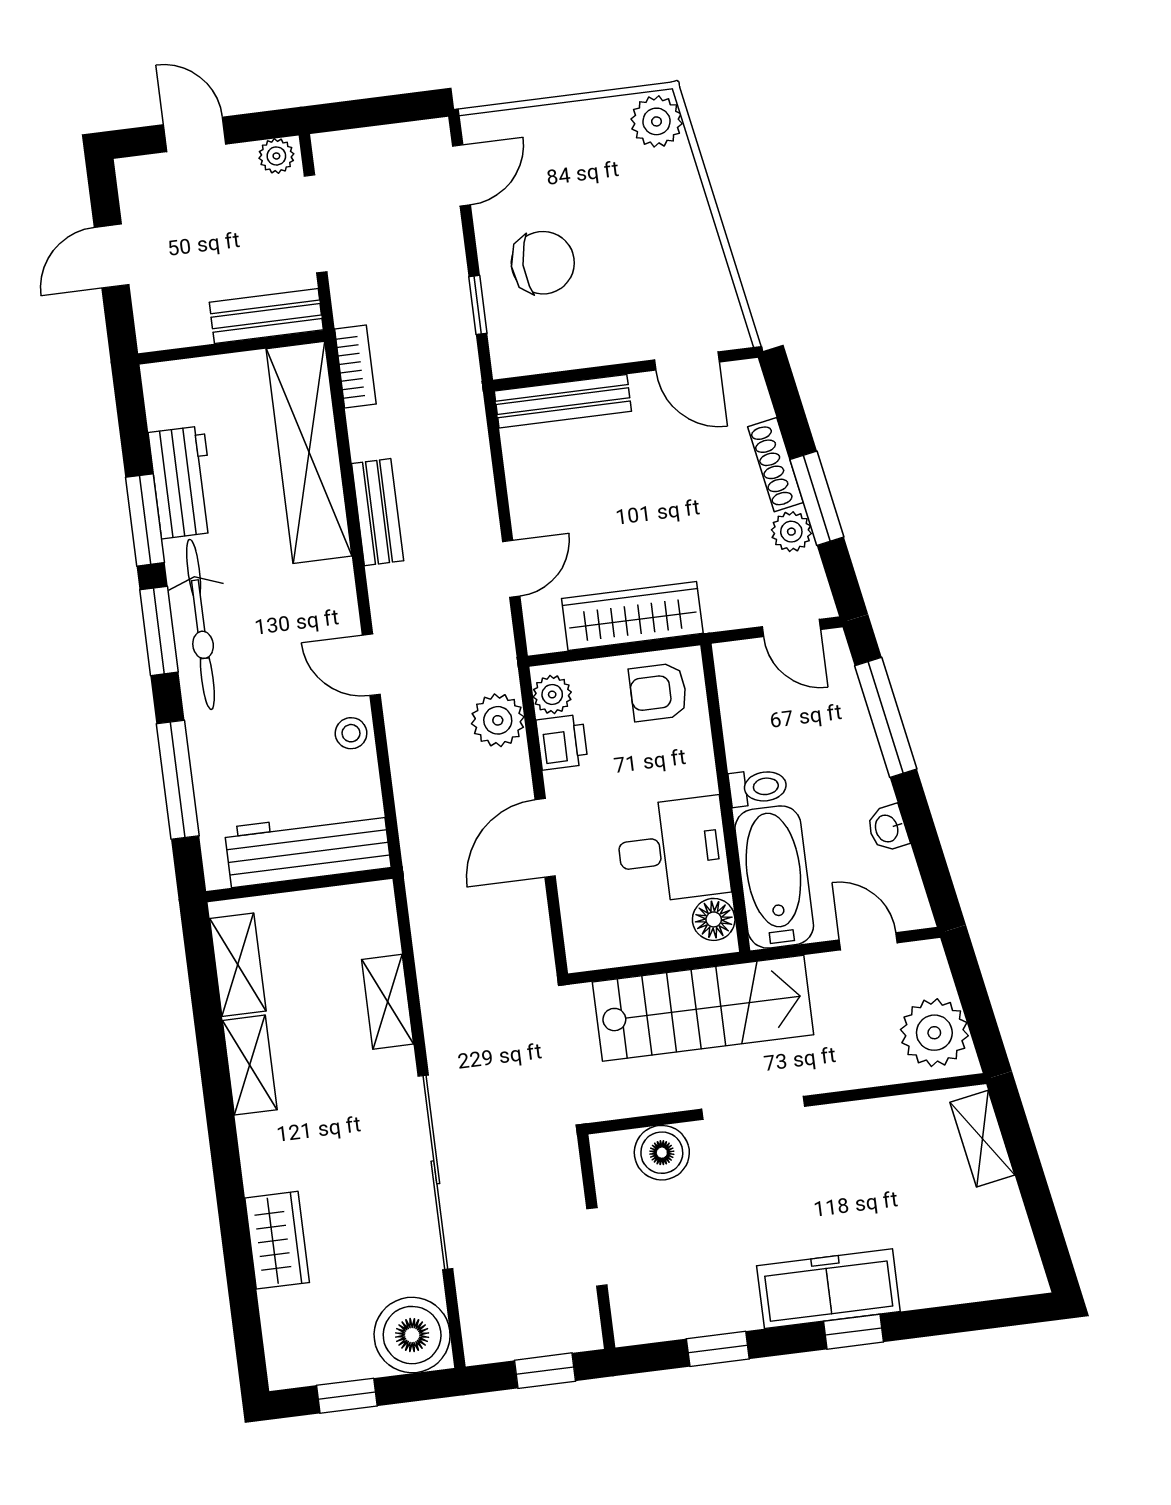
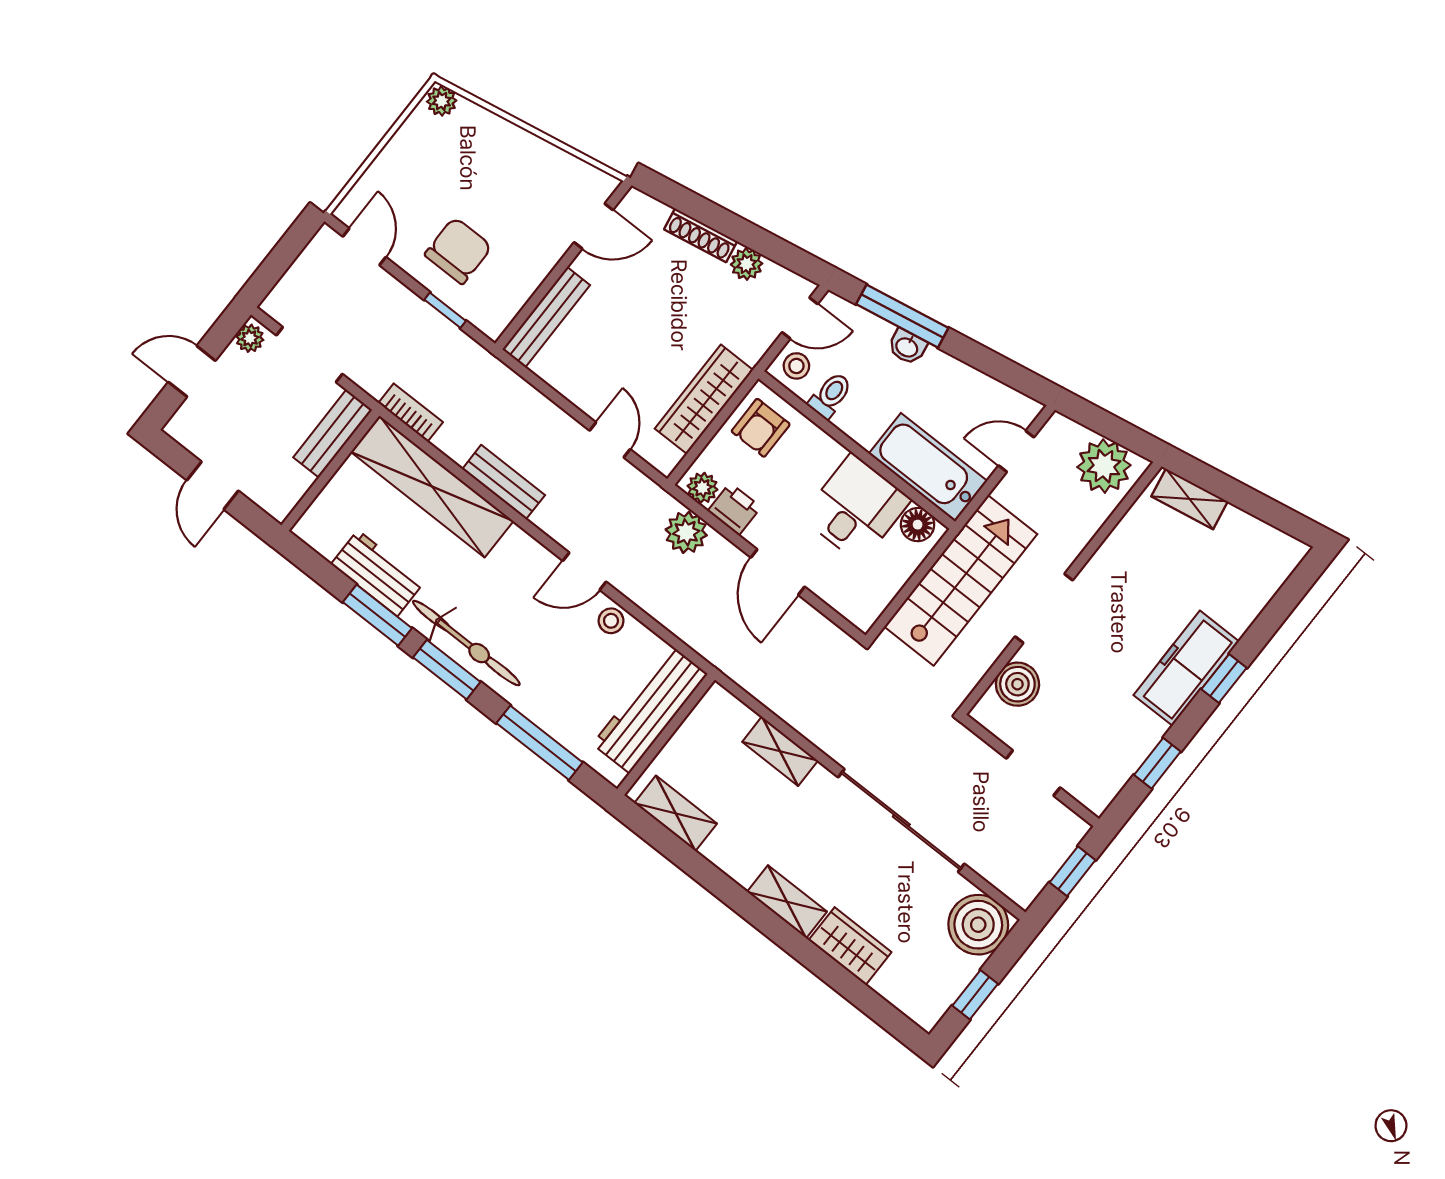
plant: (657, 121) -> (442, 101), width x0.73, depth x0.73
window: (817, 498) -> (742, 231), removed
stool: (746, 668) -> (796, 366), added
toilet: (758, 787) -> (830, 395), moved
washbasin: (888, 828) -> (907, 347), moved
shelving: (250, 1065) -> (787, 902), moved

